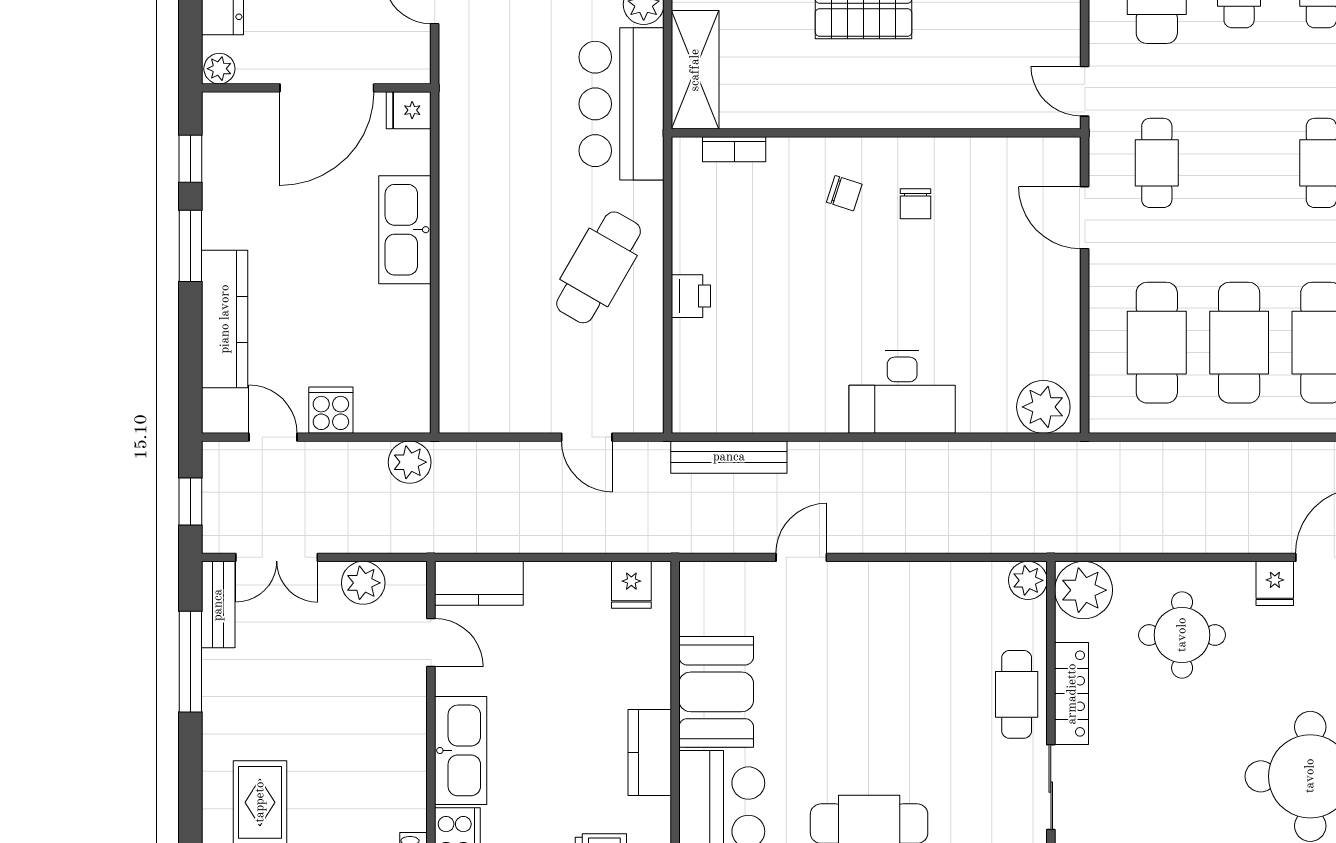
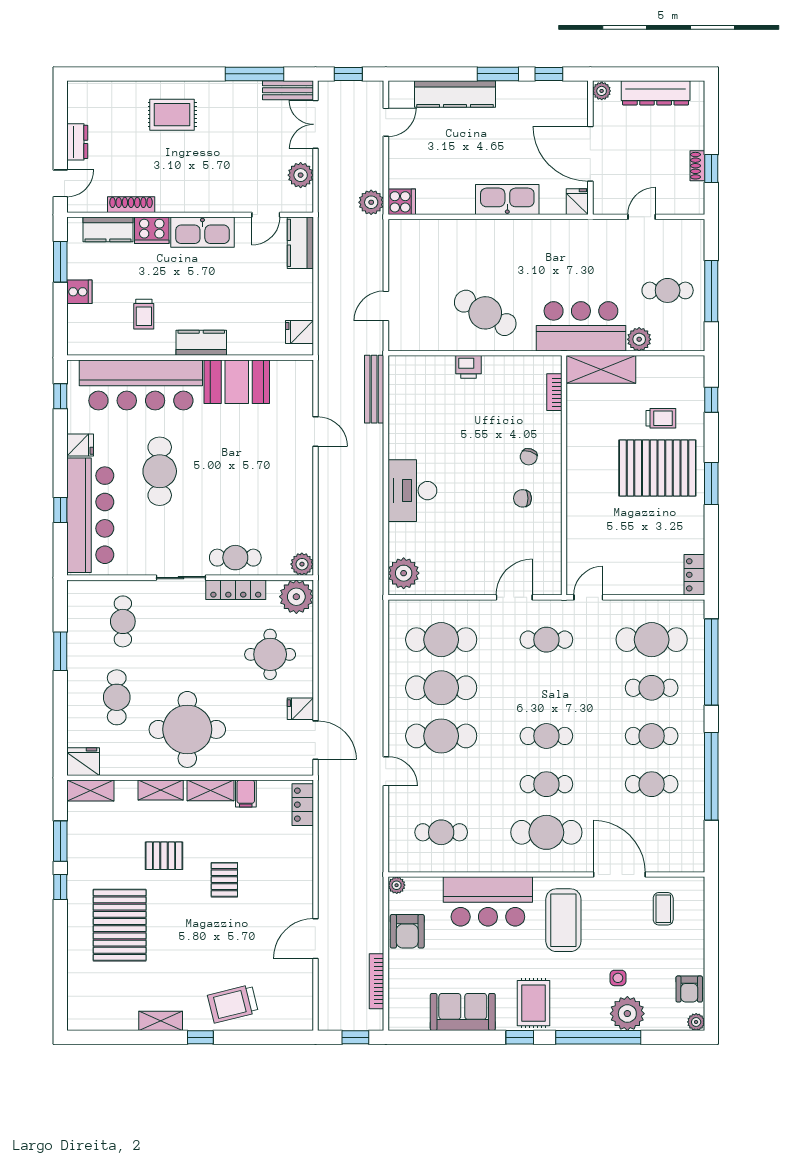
cooker: (331, 410) -> (402, 202), moved

